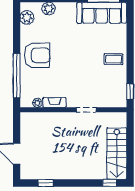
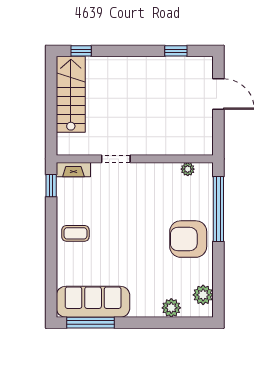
fireplace: (54, 102) -> (73, 170), moved

